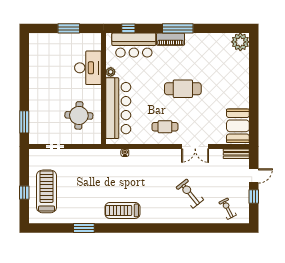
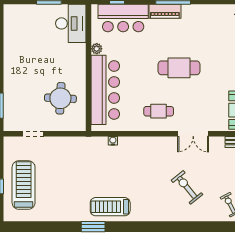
desk: (88, 68) -> (71, 23), moved
window: (84, 228) -> (93, 227), moved

